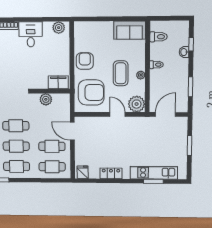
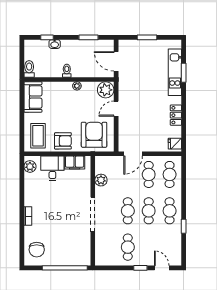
desk: (31, 34) -> (52, 168), moved, turned 90
toilet: (158, 37) -> (29, 69), moved
armchair: (85, 61) -> (63, 141), turned 180
coffee table: (121, 73) -> (38, 136), moved, turned 90
filing cabinet: (58, 82) -> (75, 163), moved, turned -90

